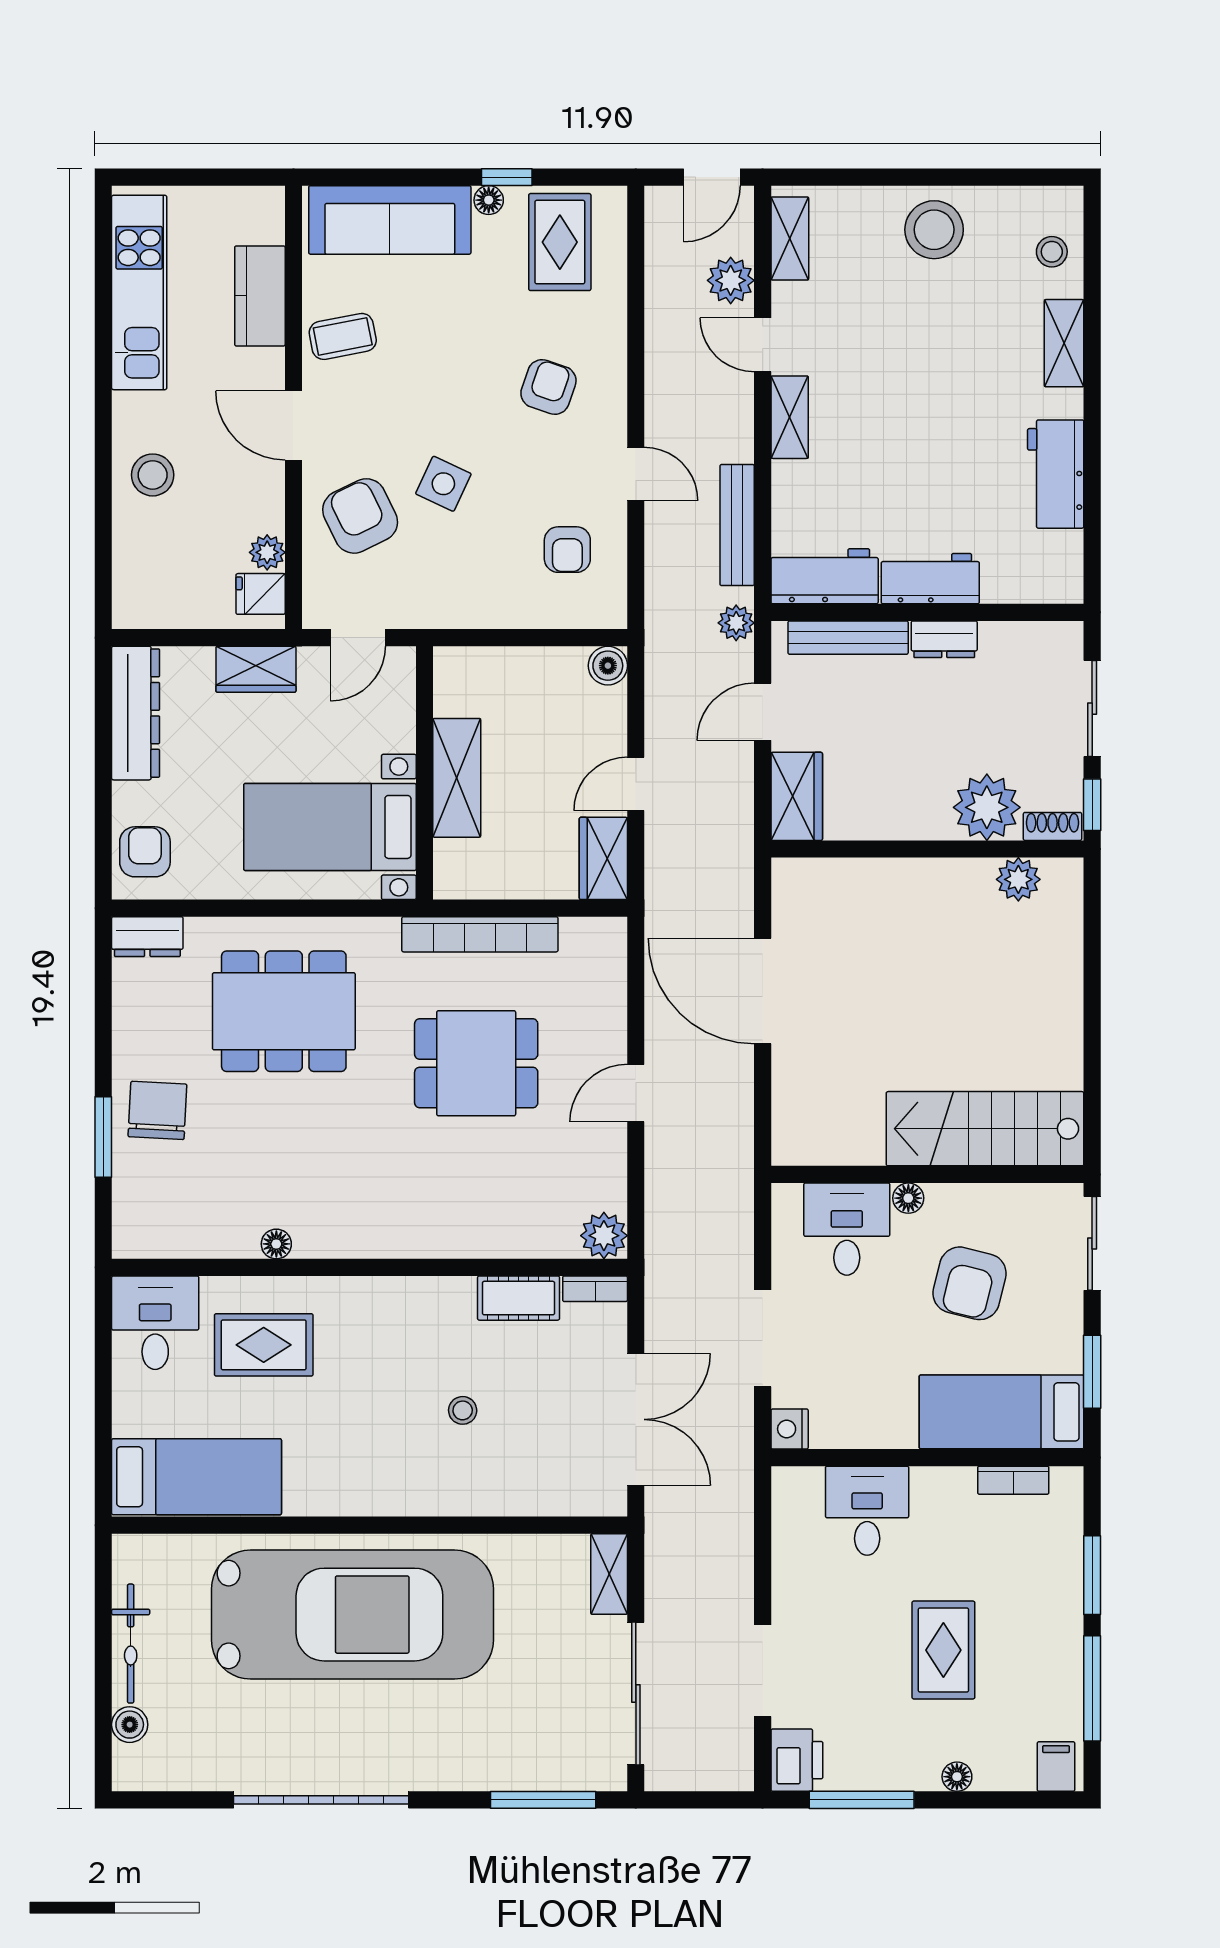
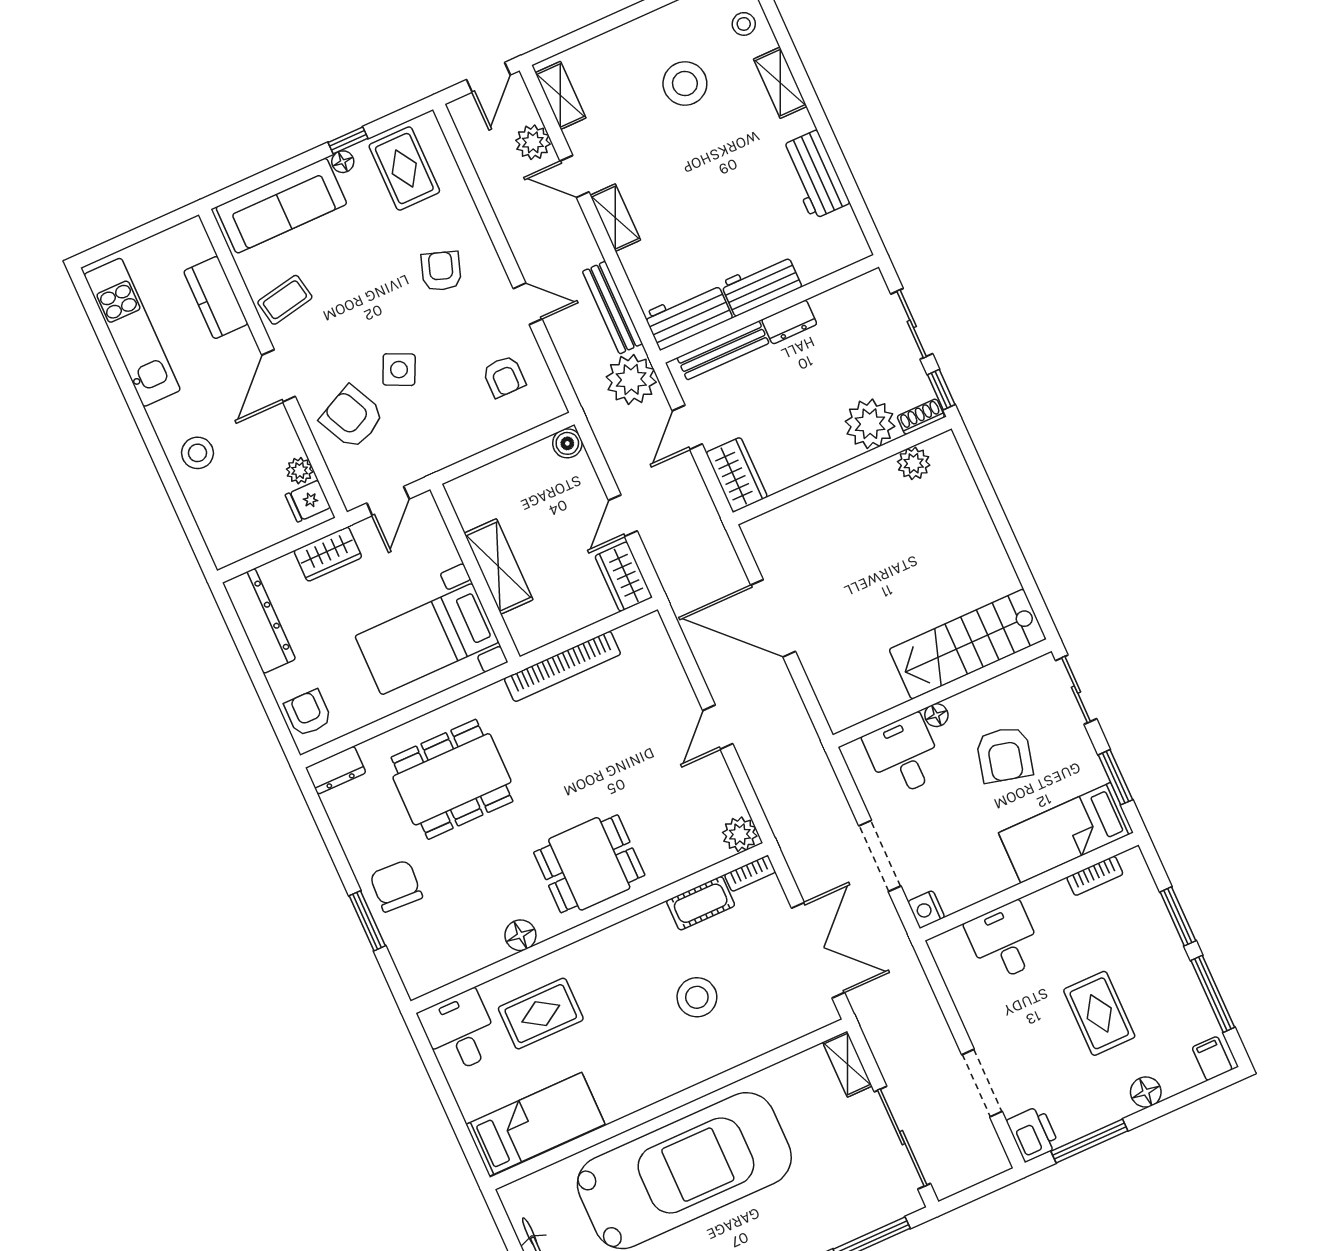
stool: (934, 230) -> (685, 84), moved
door: (293, 425) -> (279, 376), hinge flipped
plant: (736, 623) -> (631, 380), width x1.88, depth x1.88
dining table: (476, 1063) -> (589, 864), moved
floor lamp: (276, 1244) -> (520, 935), width x1.37, depth x1.37
stool: (463, 1410) -> (697, 997), width x1.89, depth x1.89
floor lamp: (957, 1777) -> (1146, 1092), width x1.37, depth x1.37

